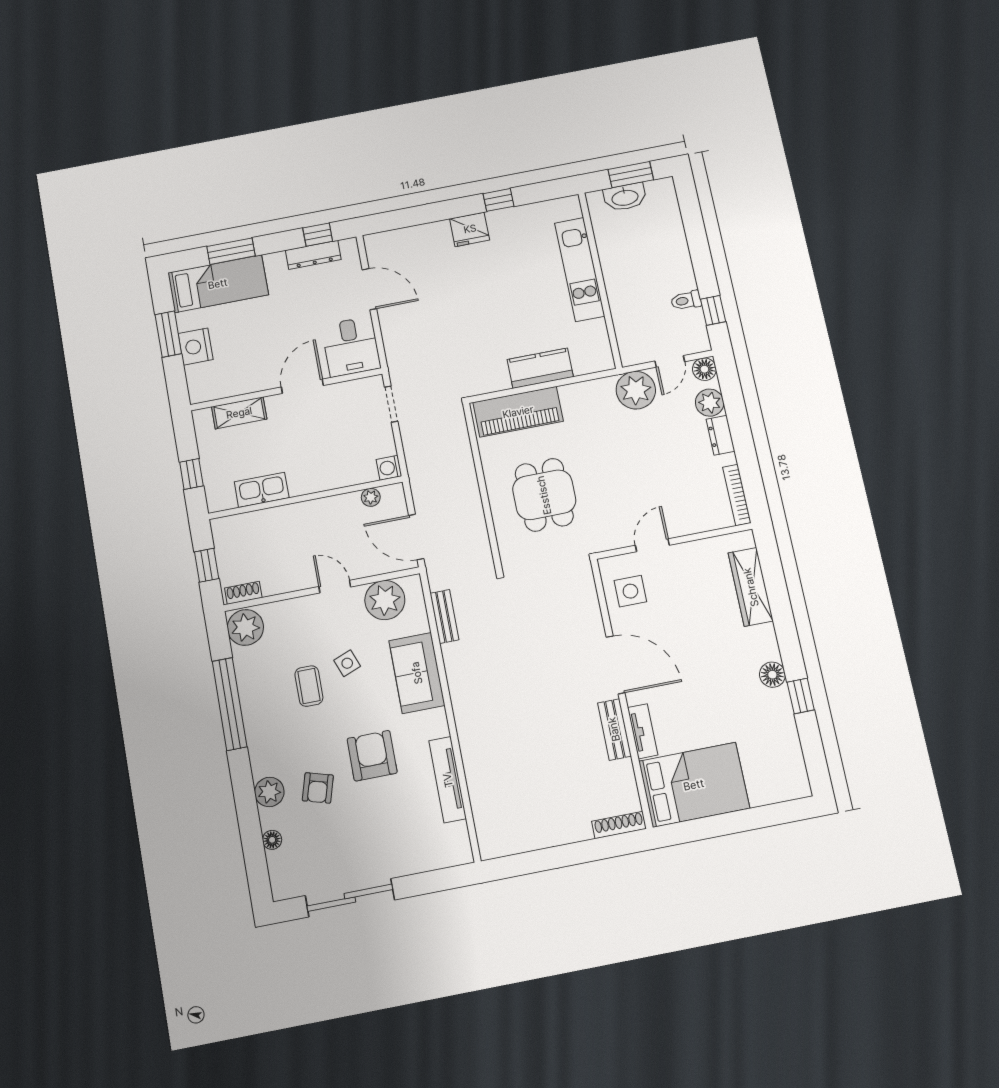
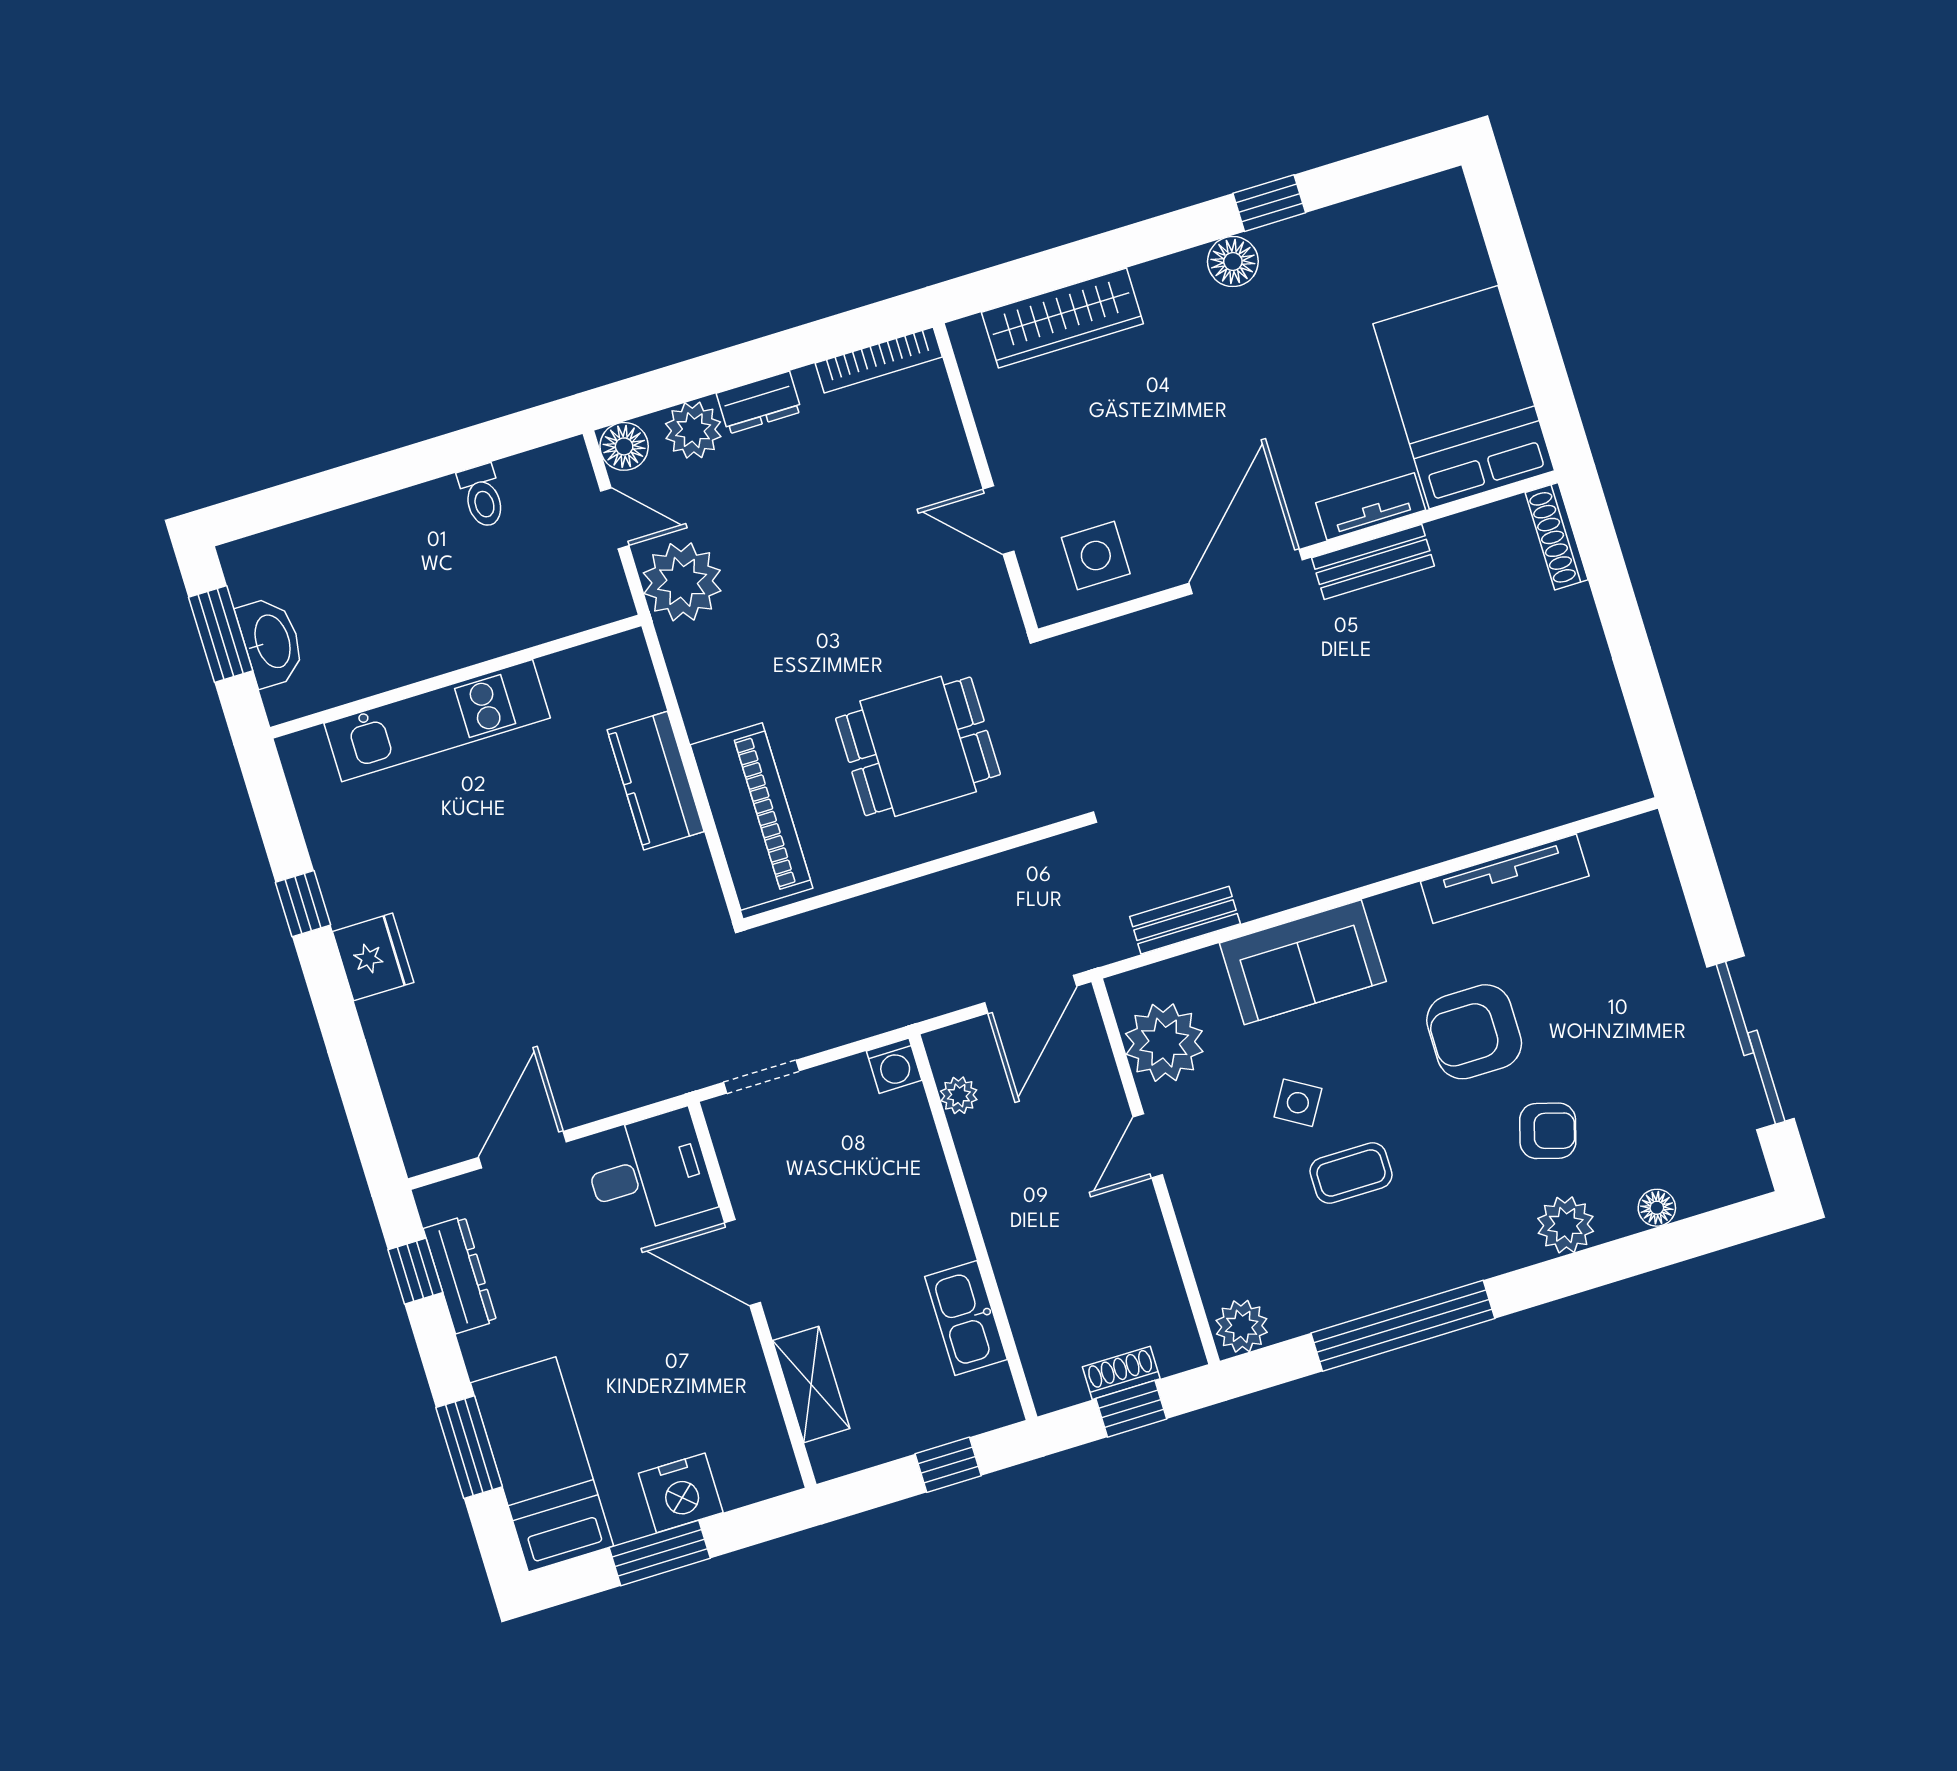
window: (713, 310) -> (498, 439), removed
shoe rack: (243, 593) -> (1121, 1373), moved, turned 90
plant: (245, 627) -> (1242, 1326), width x0.73, depth x0.73
side table: (347, 663) -> (1298, 1103), turned -38

